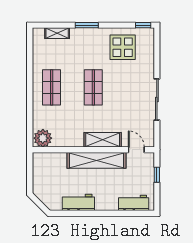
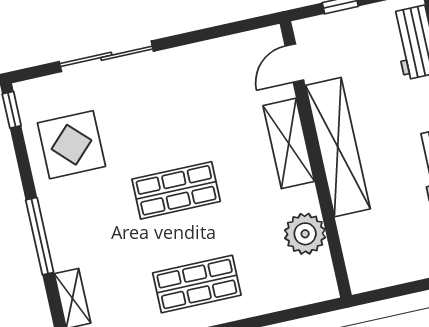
window: (87, 25) -> (40, 236), width x1.44
sliding door: (157, 99) -> (106, 56), moved
plant: (43, 138) -> (305, 234), moved

